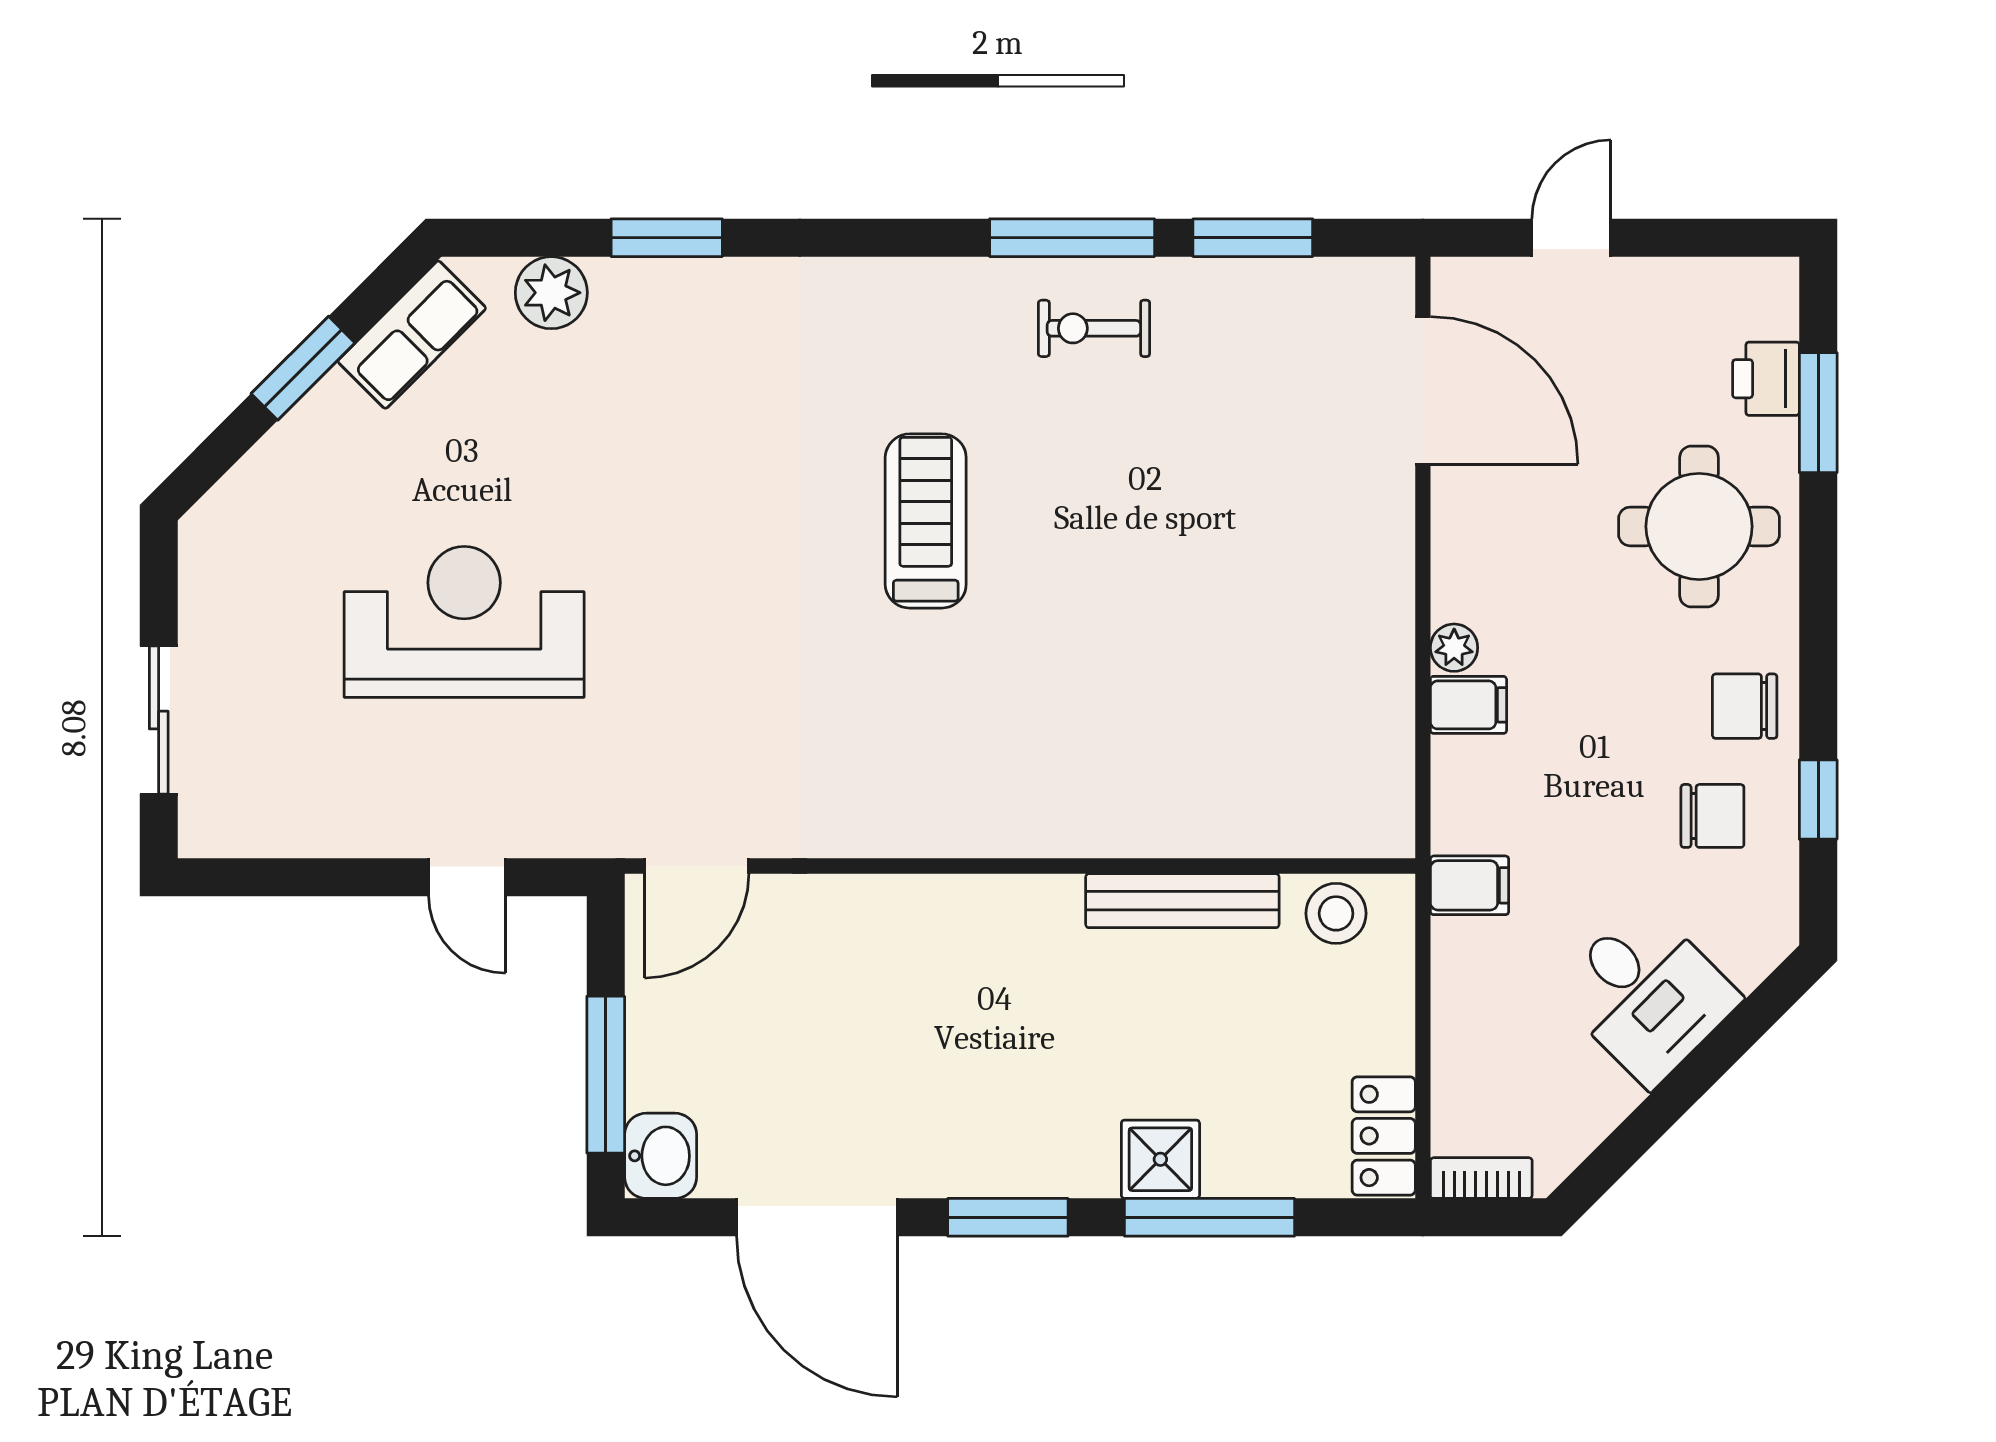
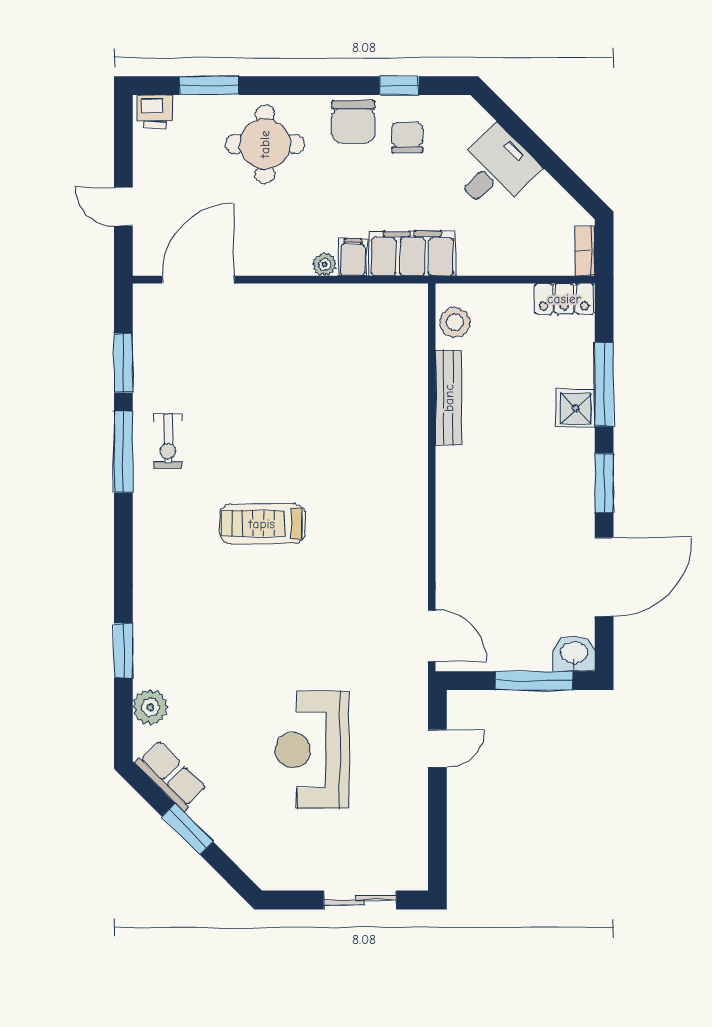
printer: (1766, 379) -> (155, 111), moved
chair: (1745, 706) -> (353, 122), width x1.37, depth x1.37
filing cabinet: (1470, 885) -> (412, 254), width x3.00, depth x1.17

